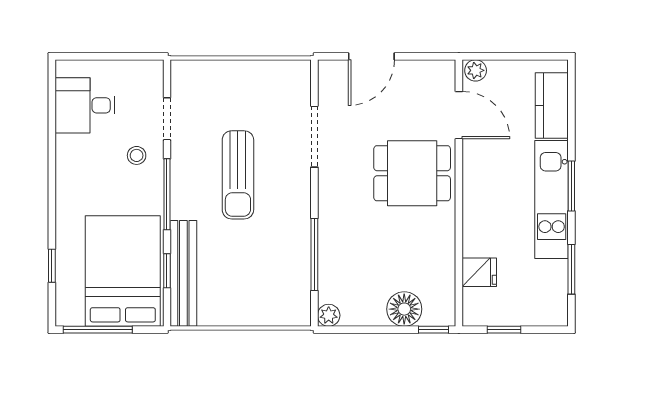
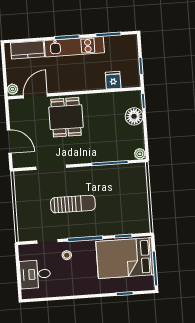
desk: (85, 105) -> (35, 274), moved, turned 90
bench: (183, 273) -> (124, 228), removed

